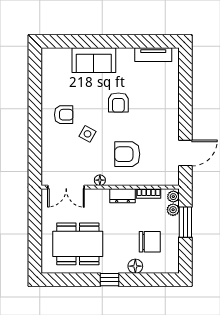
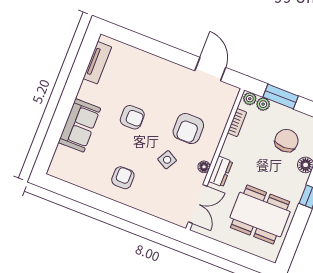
side table: (88, 134) -> (167, 160), moved
dresser: (122, 196) -> (221, 171), moved
dining table: (78, 244) -> (260, 215), turned 90

